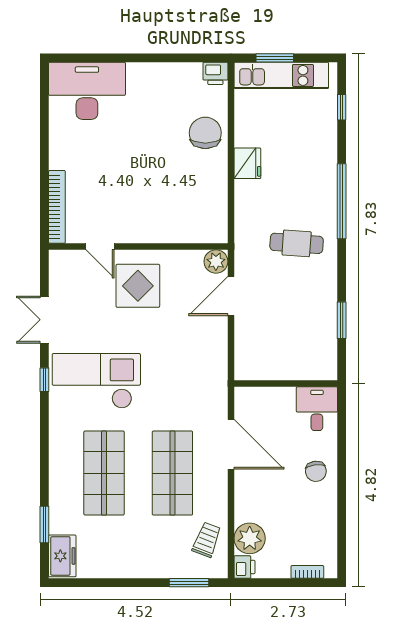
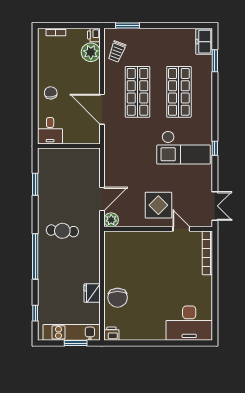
fridge: (247, 163) -> (92, 293), moved
double door: (44, 320) -> (215, 206), moved

